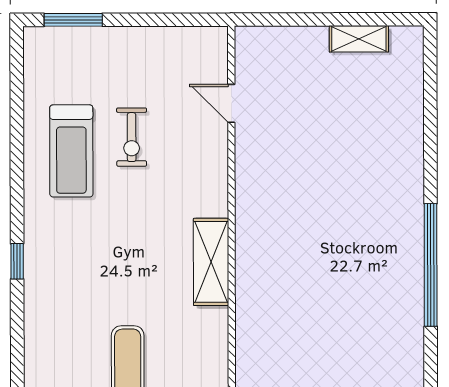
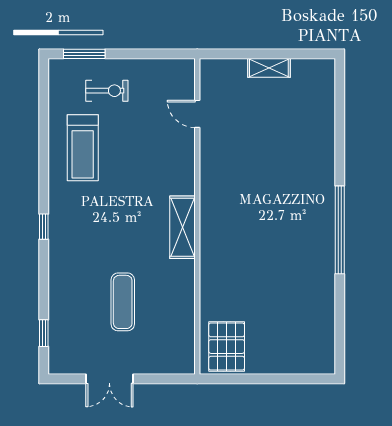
shelving: (359, 39) -> (269, 68), moved
exercise bike: (132, 137) -> (107, 91), moved, turned -90

